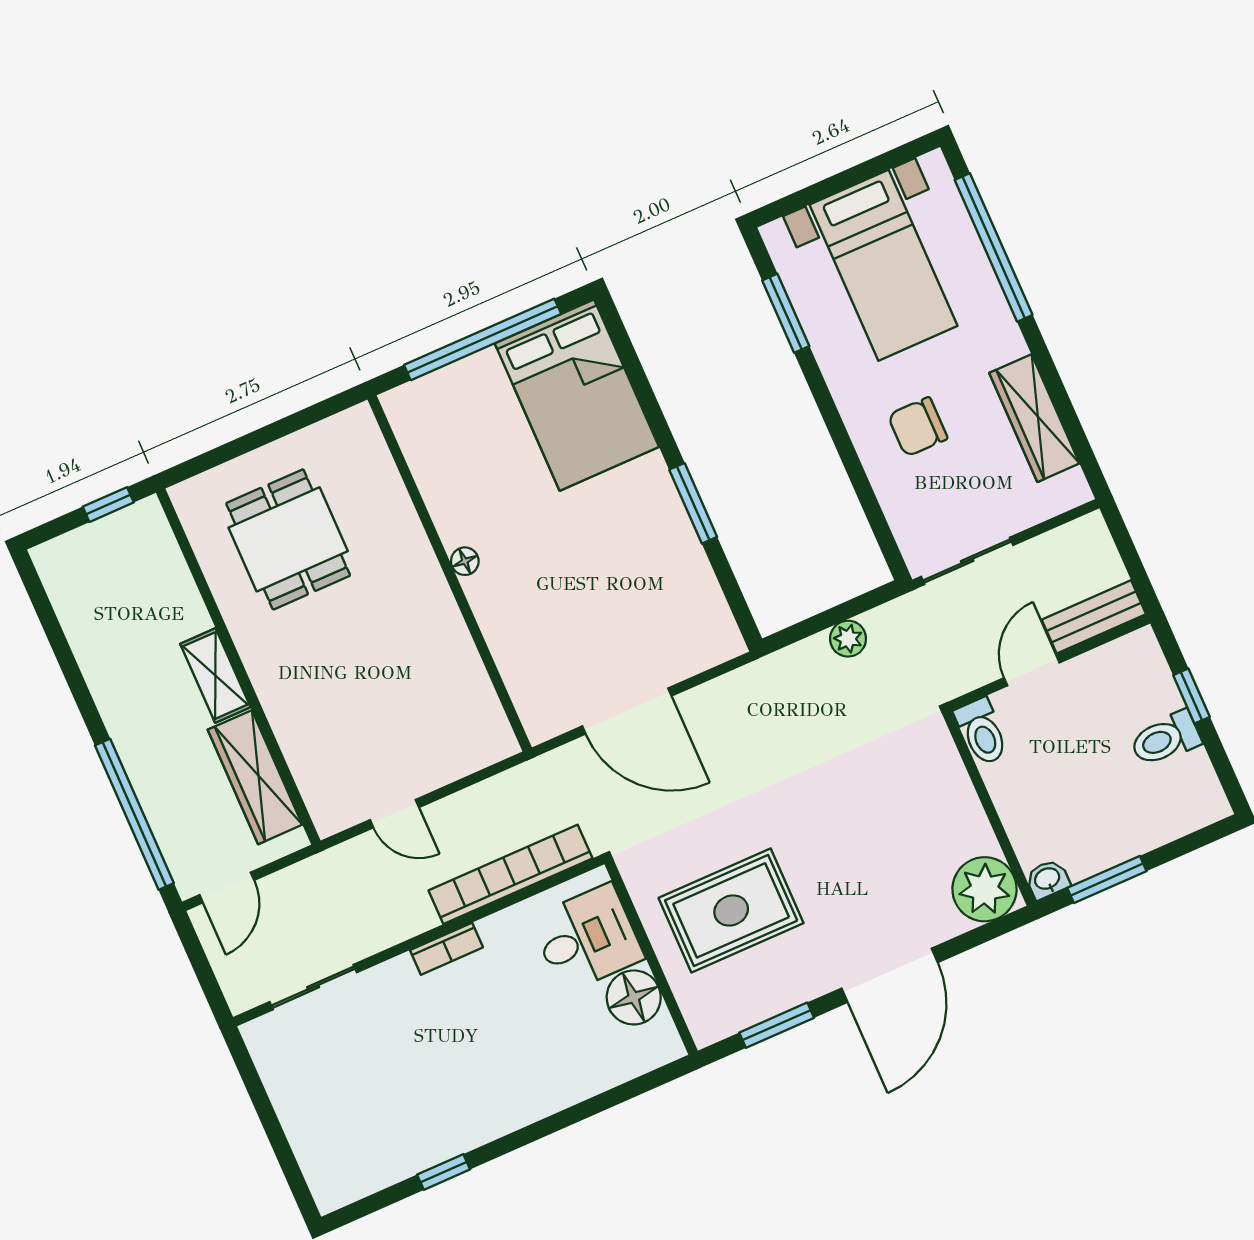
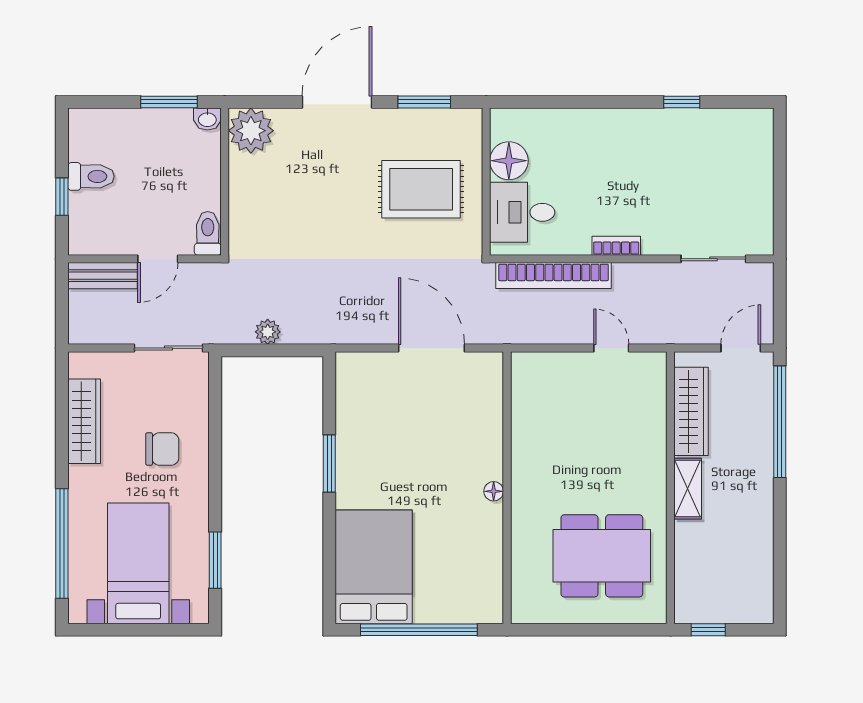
dining table: (288, 539) -> (602, 556), width x1.38

